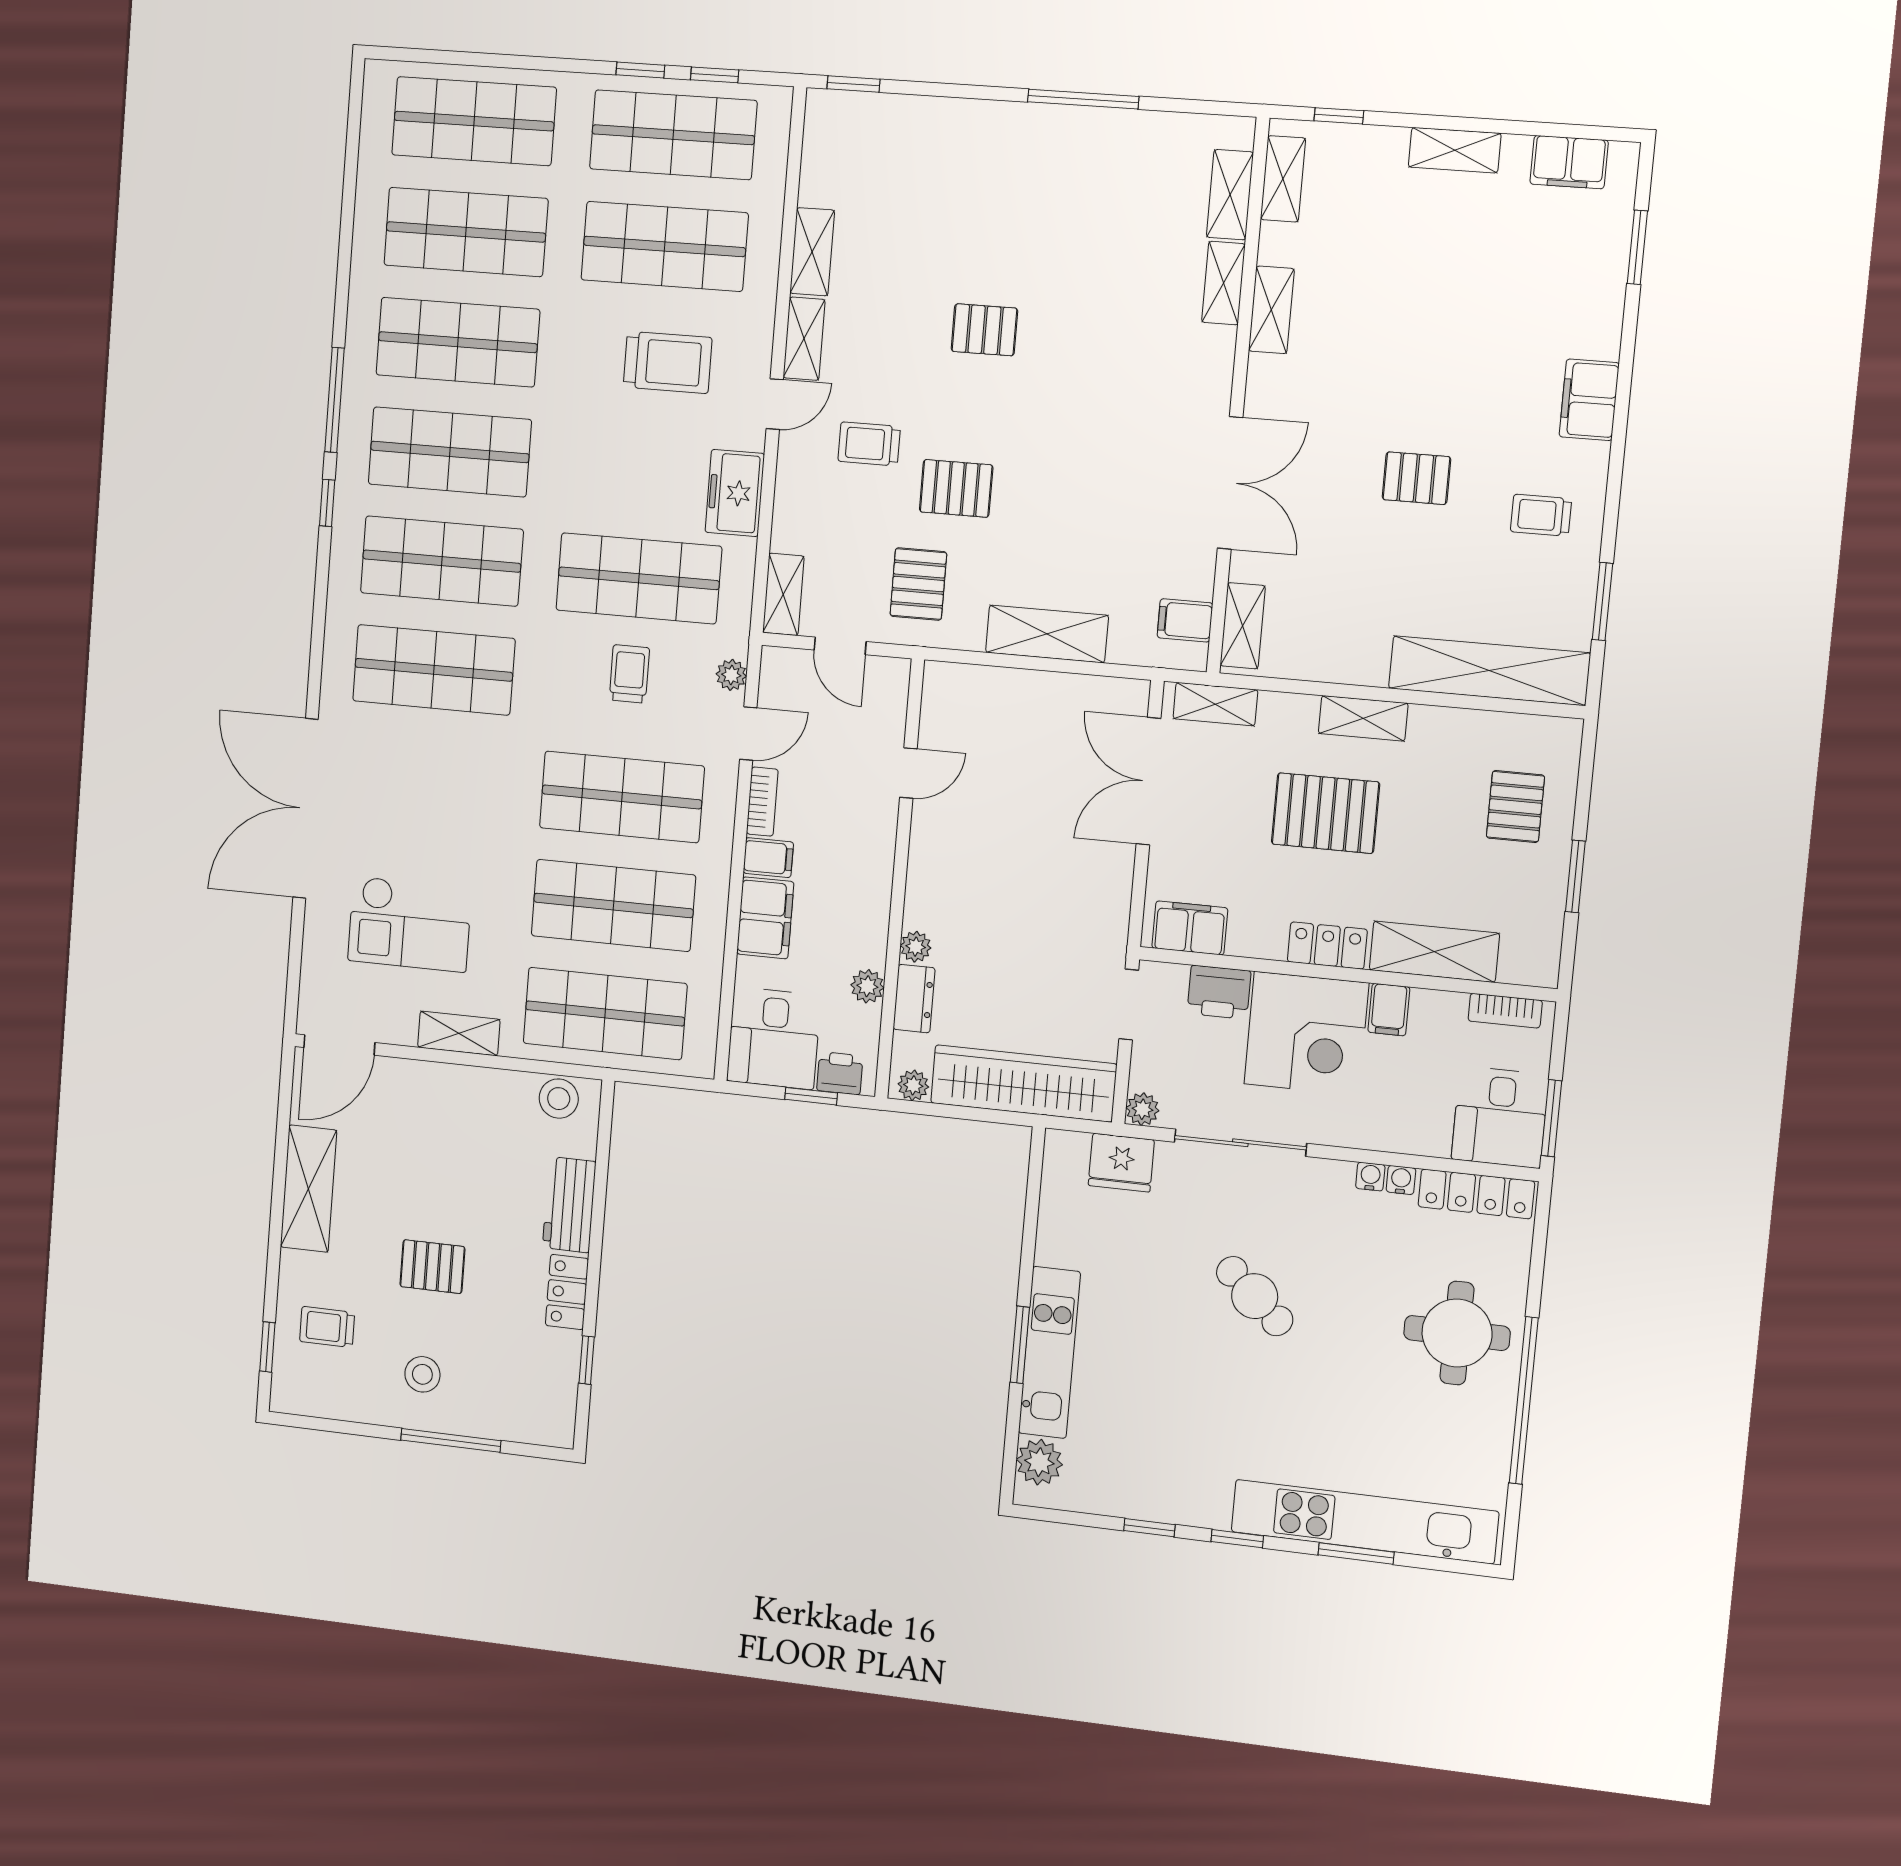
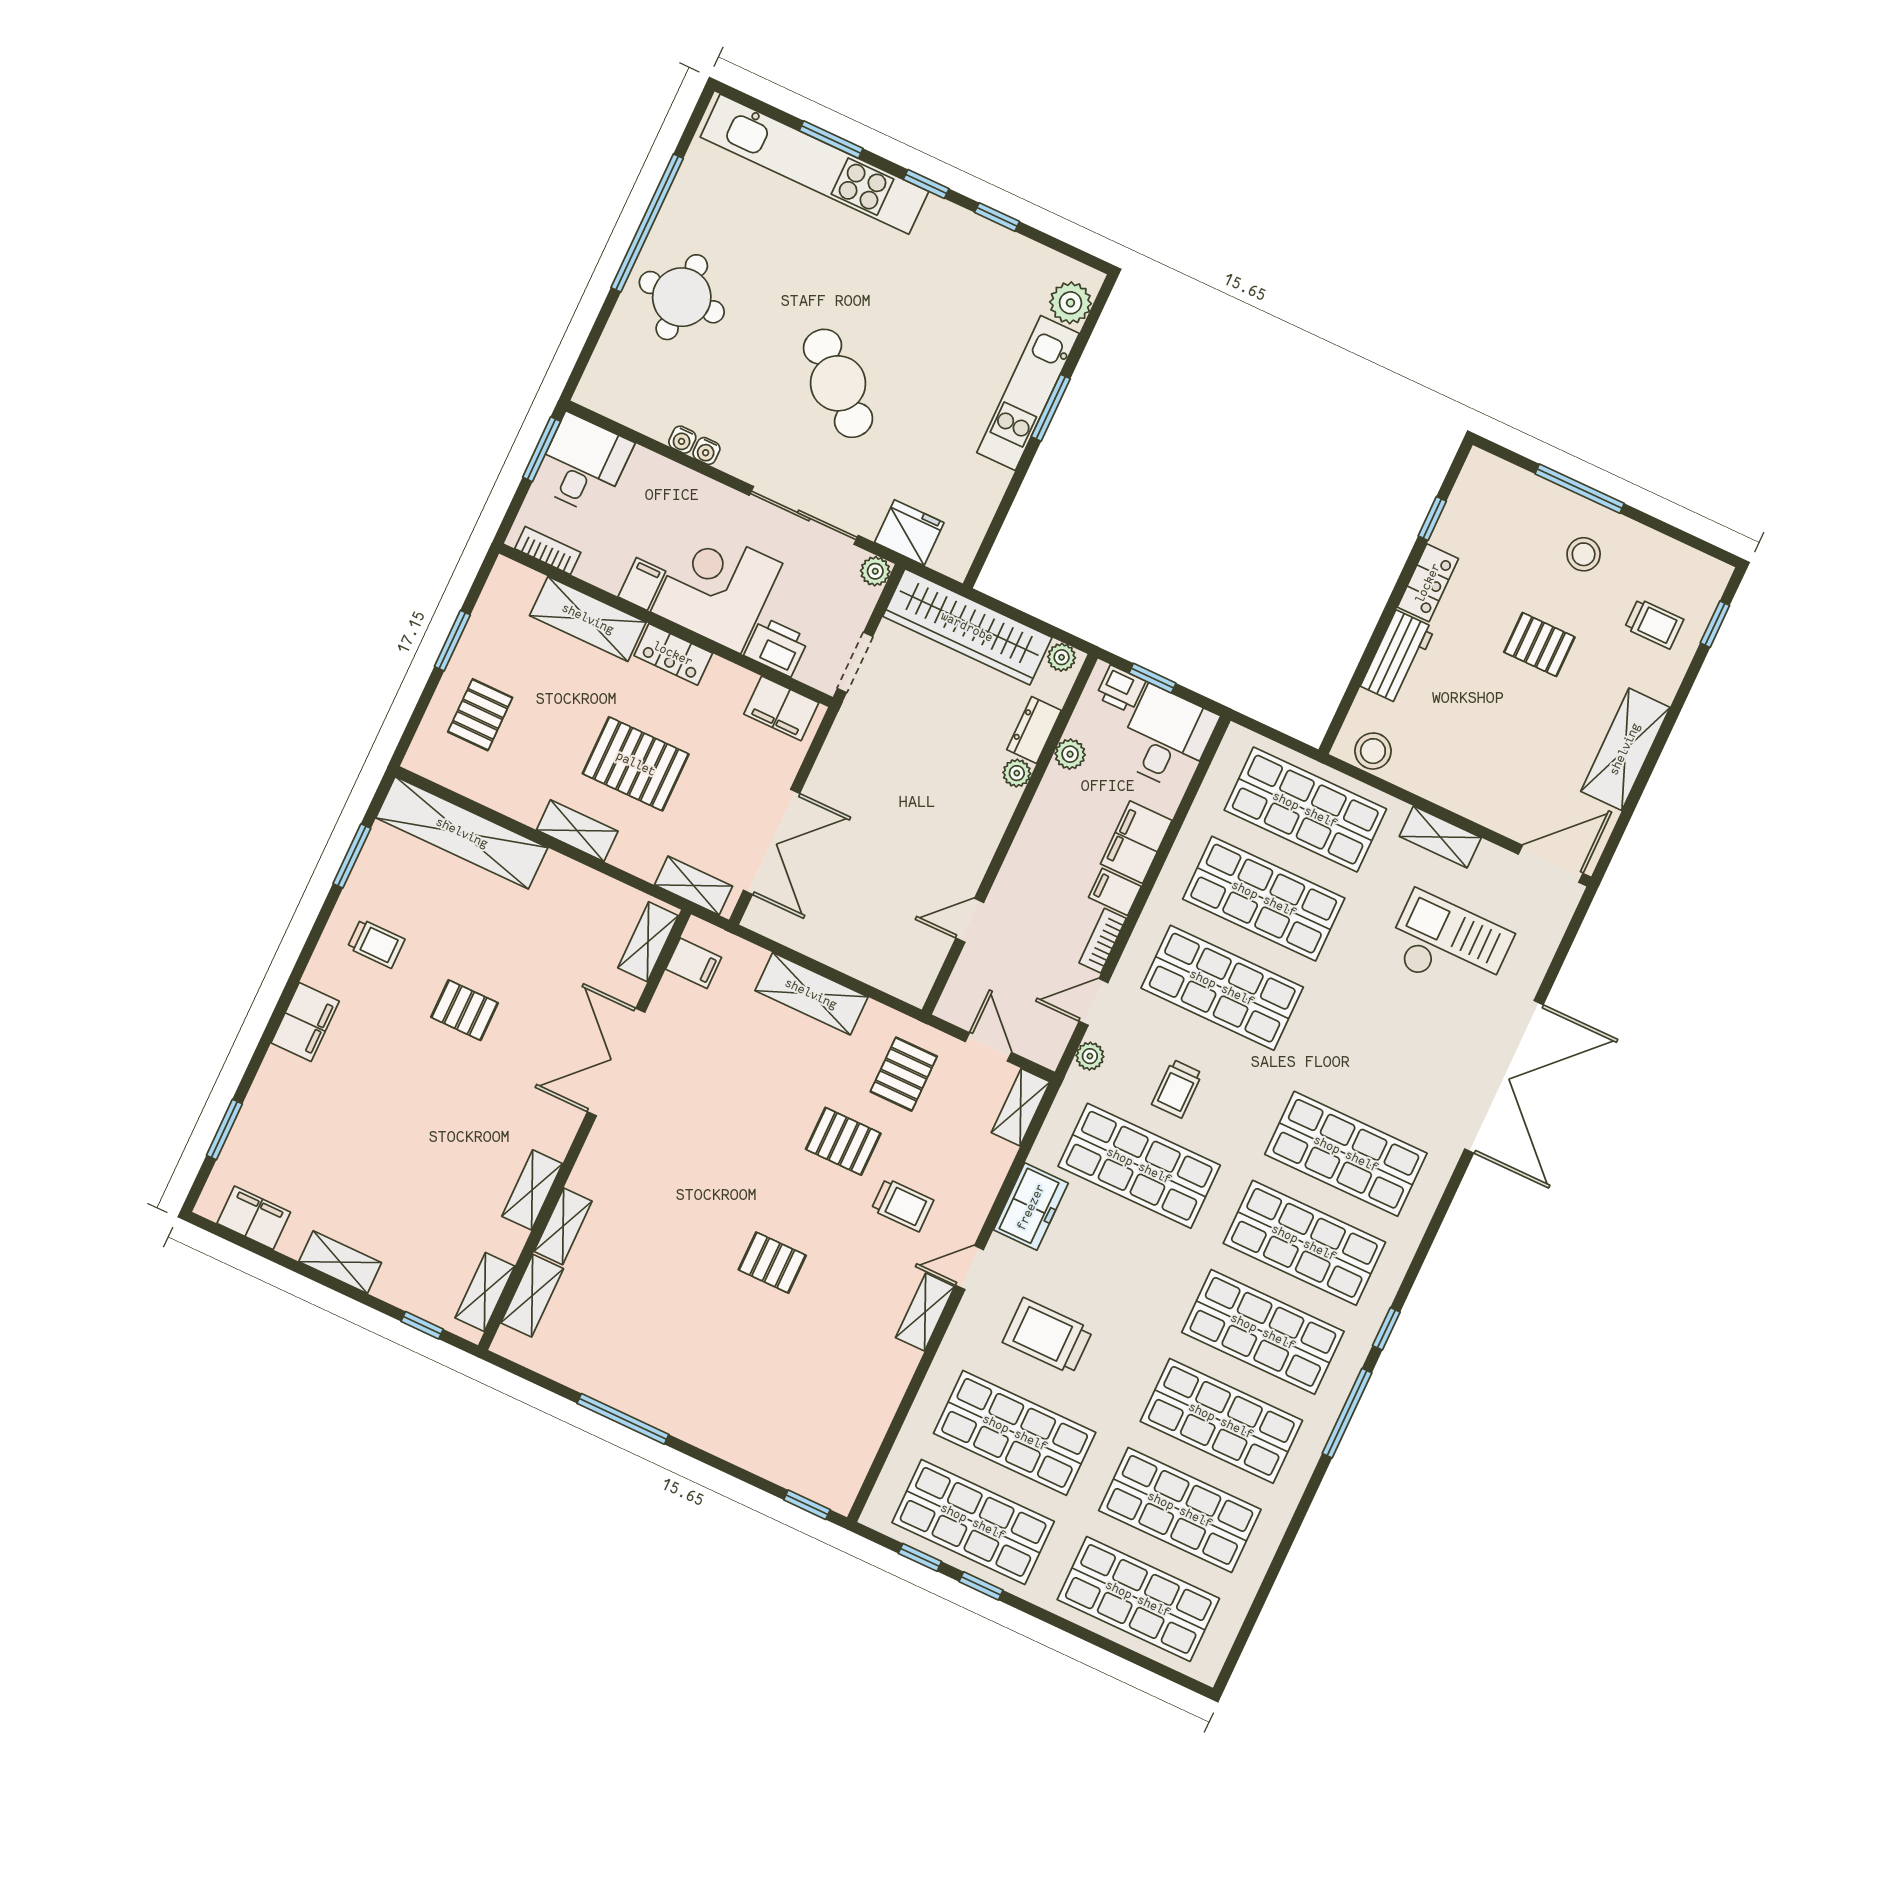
shelving: (812, 252) -> (892, 1381), removed
locker: (1476, 1194) -> (625, 407), removed
cafe table: (1255, 1296) -> (838, 383), width x1.37, depth x1.35

